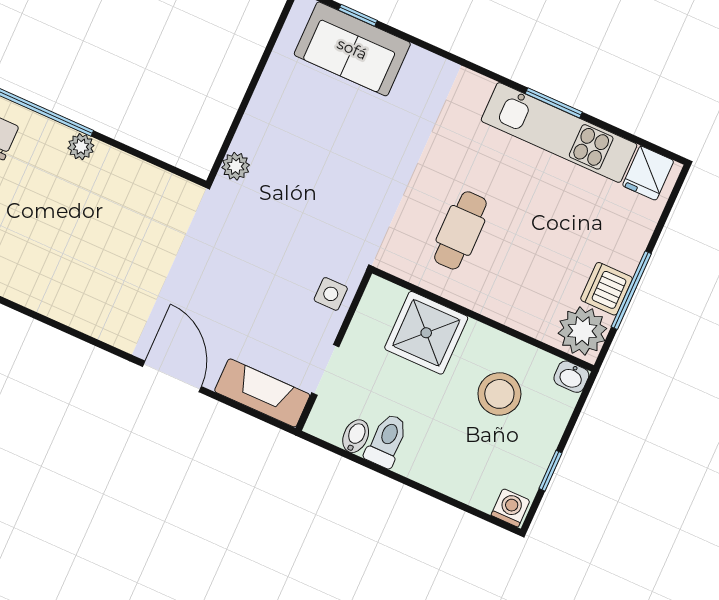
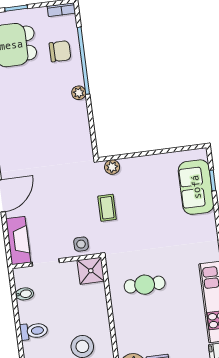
coffee table: (297, 215) -> (107, 208), added
shower: (426, 333) -> (91, 271), moved, width x0.73, depth x0.73
toilet: (387, 441) -> (34, 331), moved

